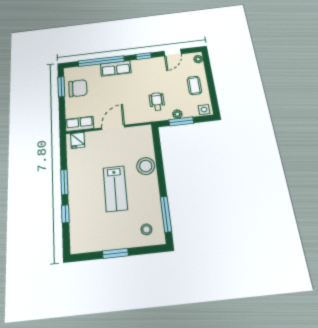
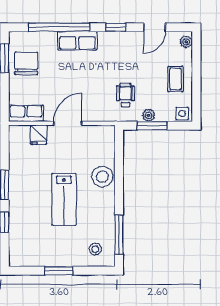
chair: (78, 88) -> (26, 63), turned -90
fridge: (78, 140) -> (39, 135), moved

